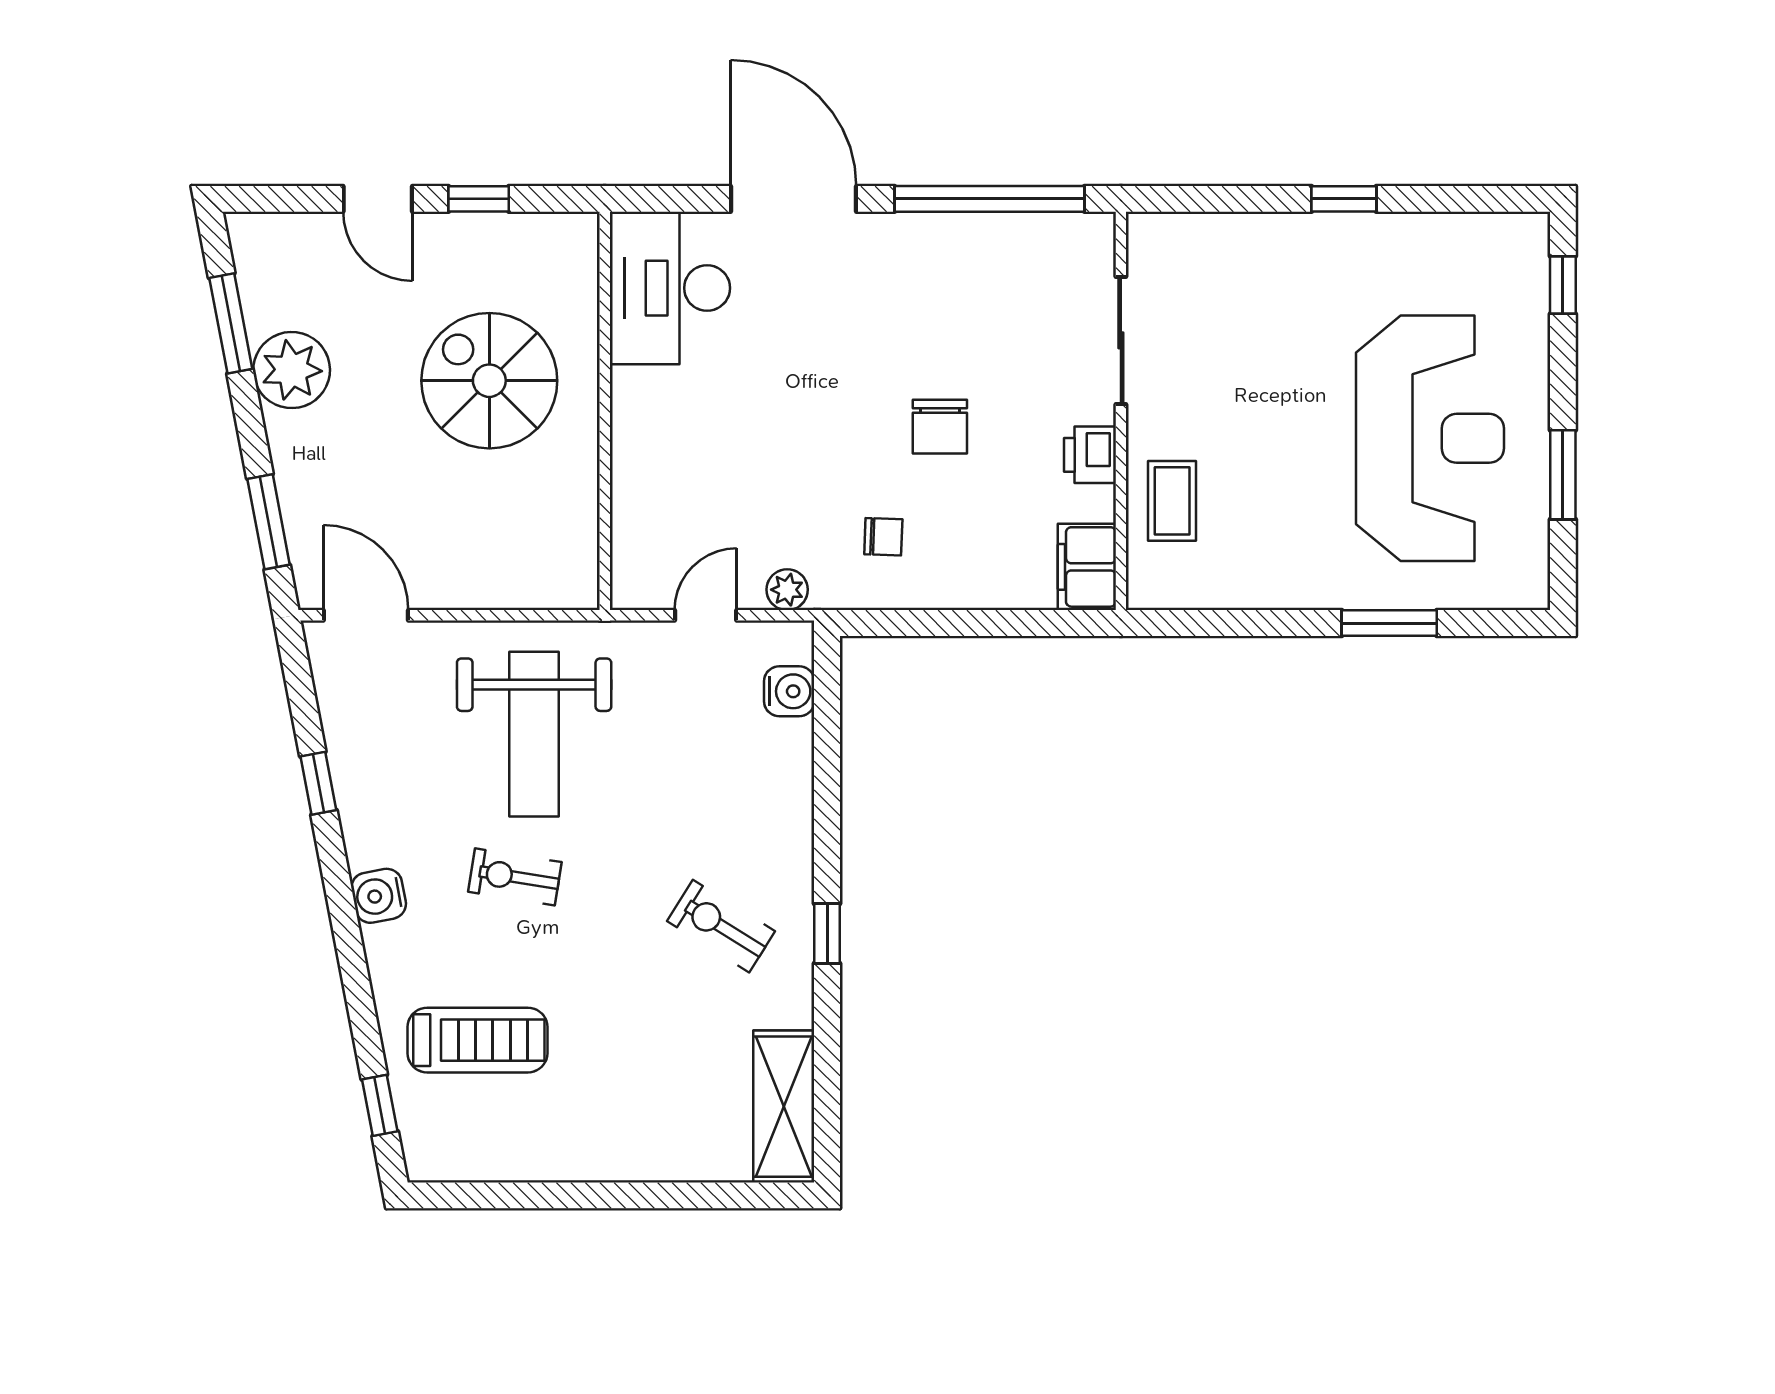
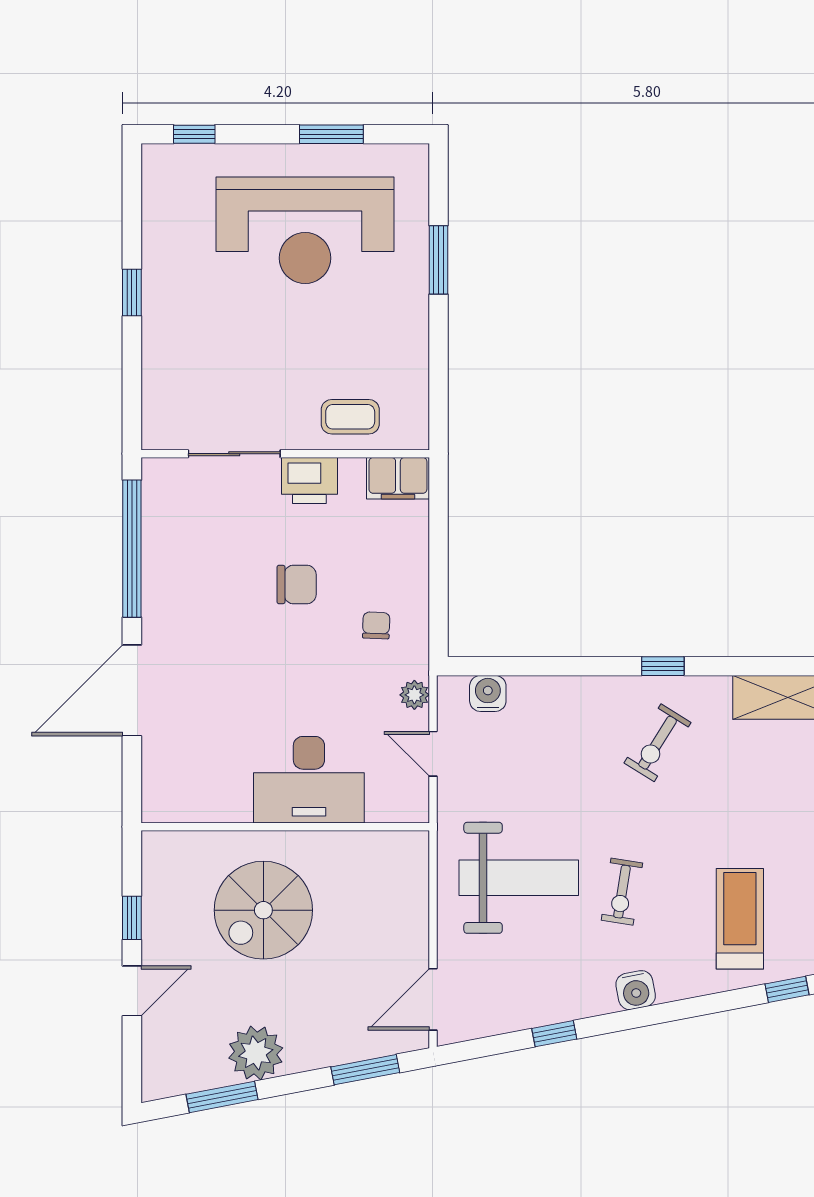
desk: (670, 288) -> (309, 780), moved
reception desk: (1430, 438) -> (305, 230), turned 180
printer: (1090, 455) -> (309, 481), width x1.36, depth x1.24

